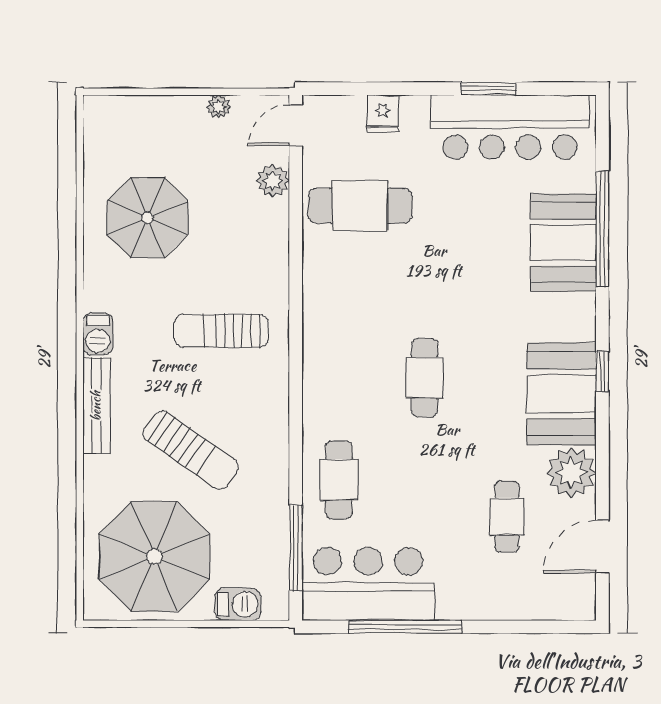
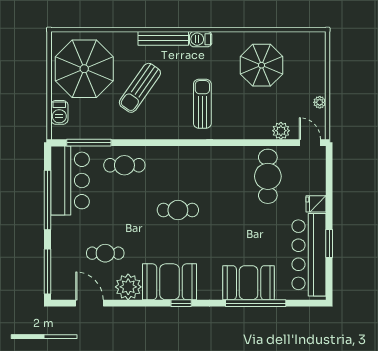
fridge: (383, 113) -> (316, 204), moved
window: (542, 627) -> (47, 271), added

